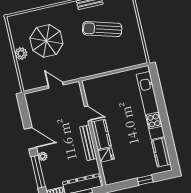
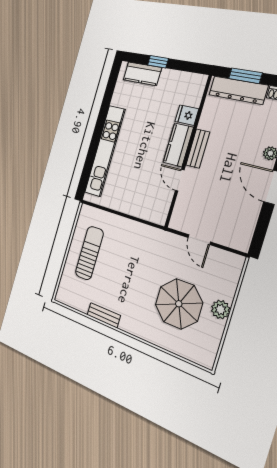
sun lounger: (102, 29) -> (89, 253), moved, turned -106
bench: (88, 143) -> (198, 149), width x0.73
kitchen counter: (161, 152) -> (142, 74), moved, turned 90

